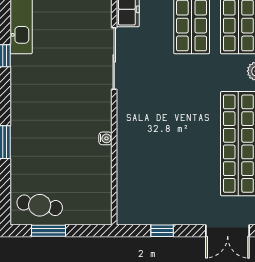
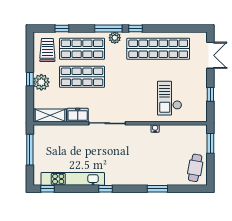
checkout: (156, 162) -> (170, 98), added
window: (49, 231) -> (210, 143), moved

